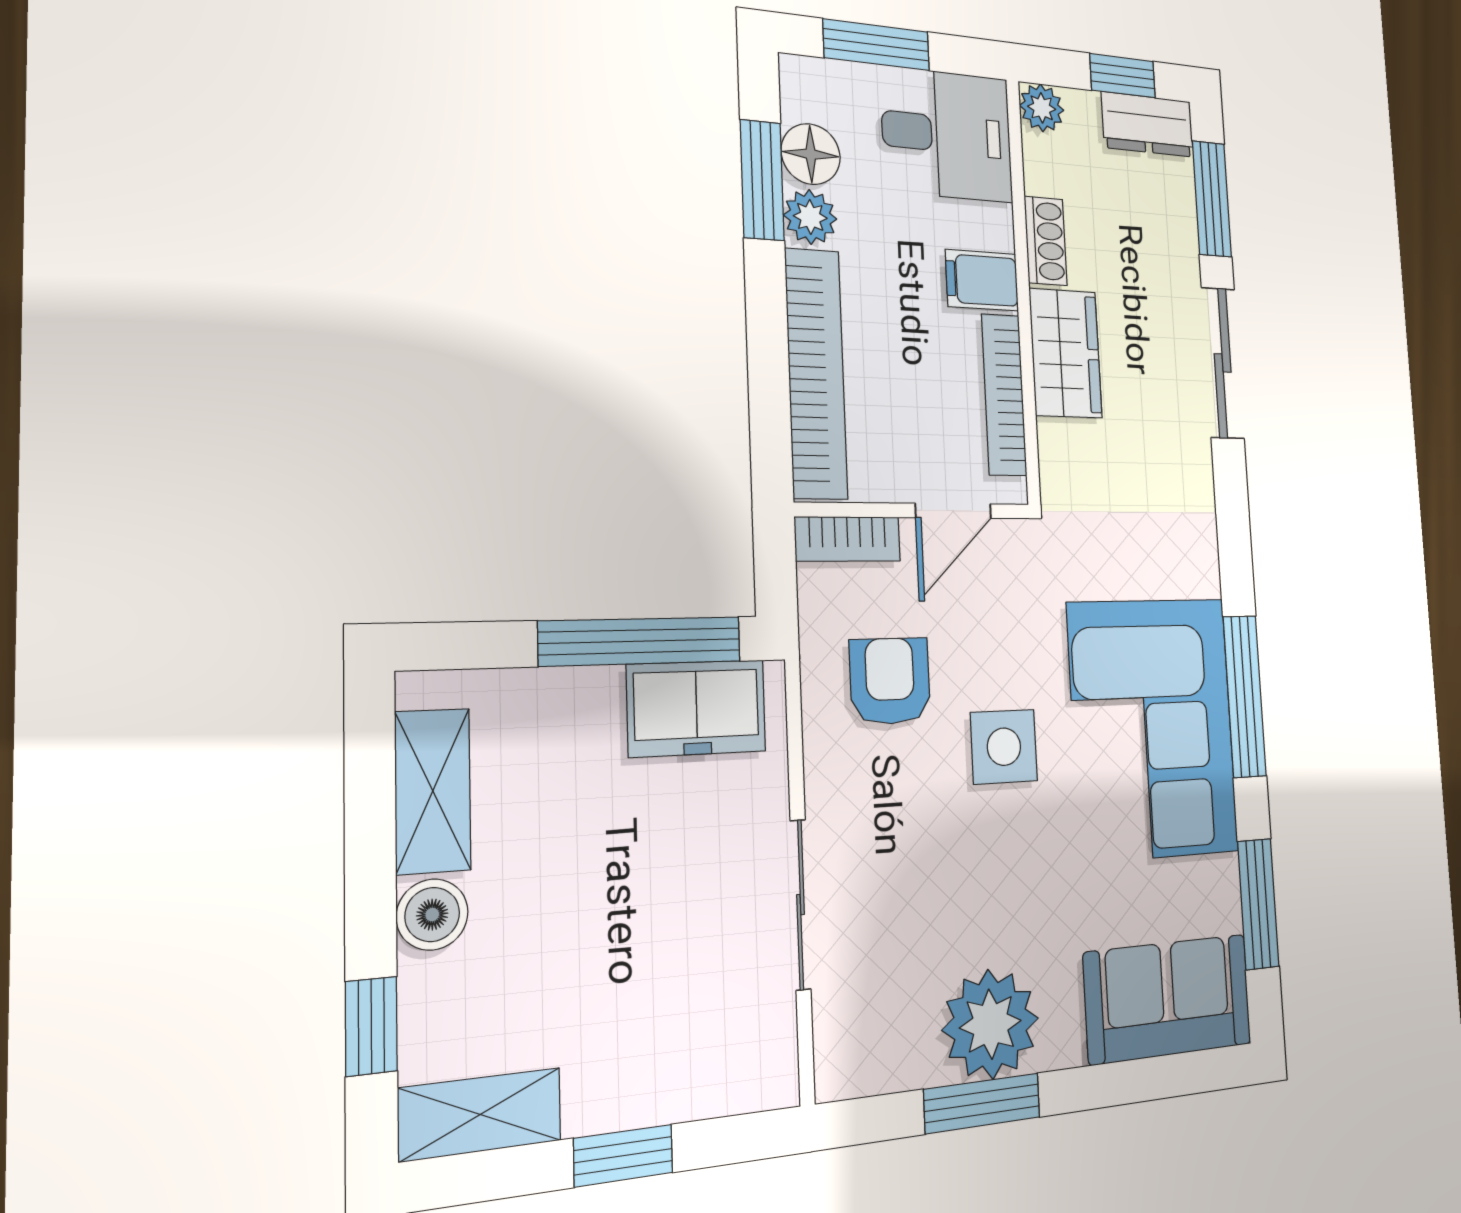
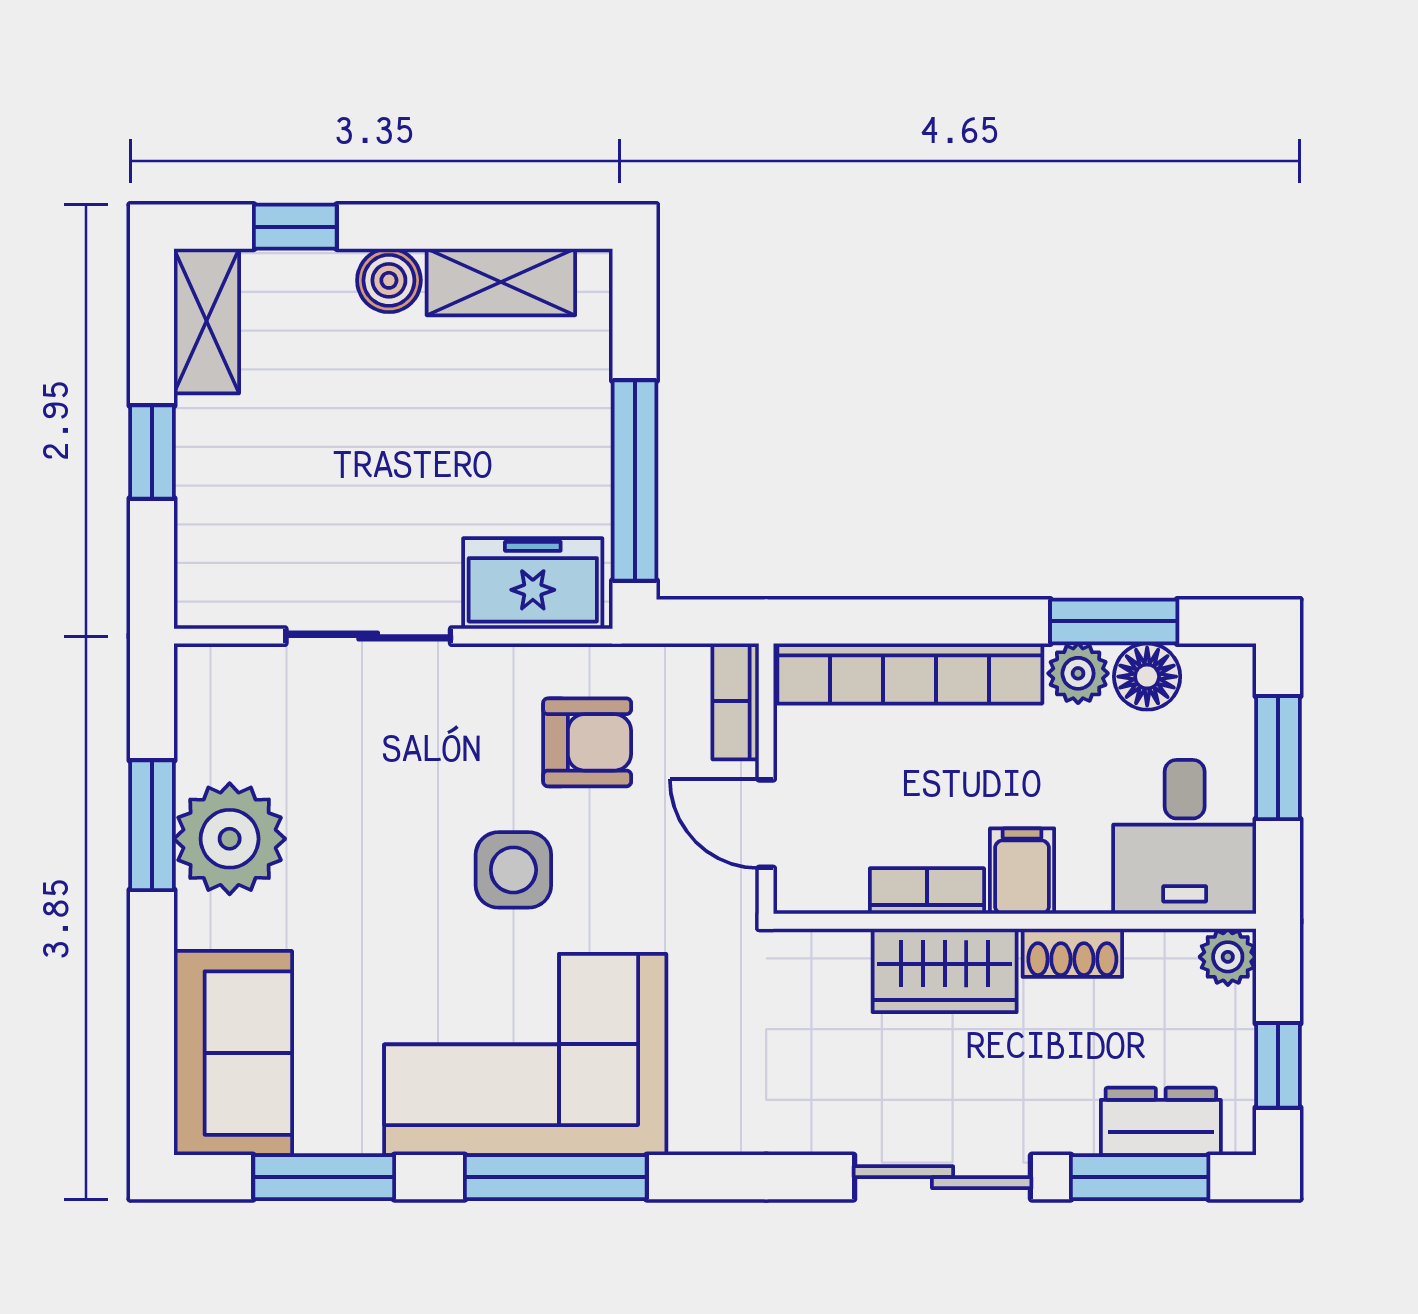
dresser: (1148, 124) -> (1161, 1121), moved, turned 90
bookcase: (1004, 395) -> (927, 891), width x0.64
freezer: (697, 708) -> (533, 583), moved, turned 90

